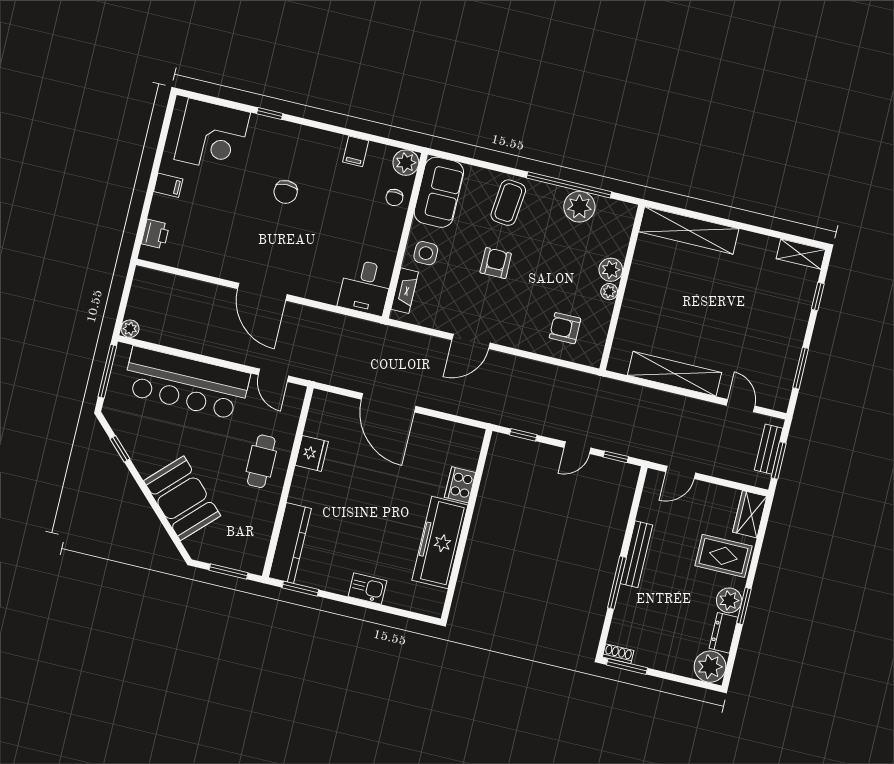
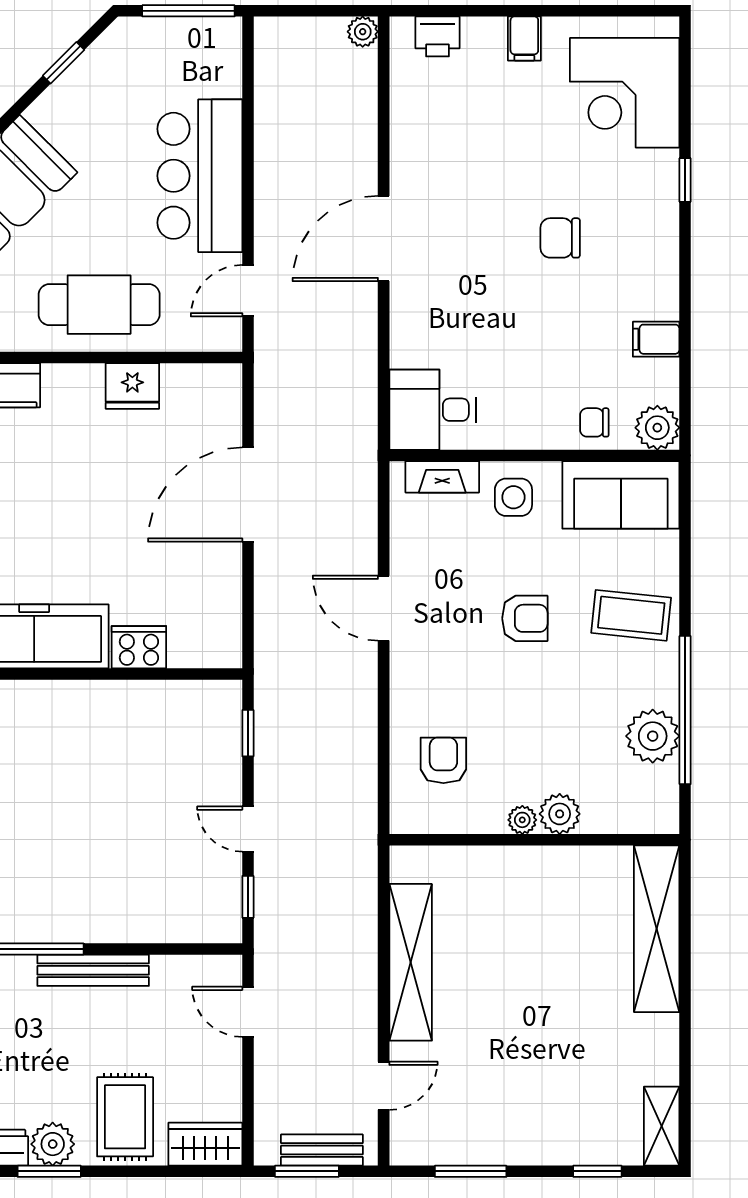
plant: (130, 329) -> (363, 32), moved
bar counter: (186, 383) -> (200, 176), width x0.73
cafe table: (261, 461) -> (99, 305), width x1.37, depth x1.35

